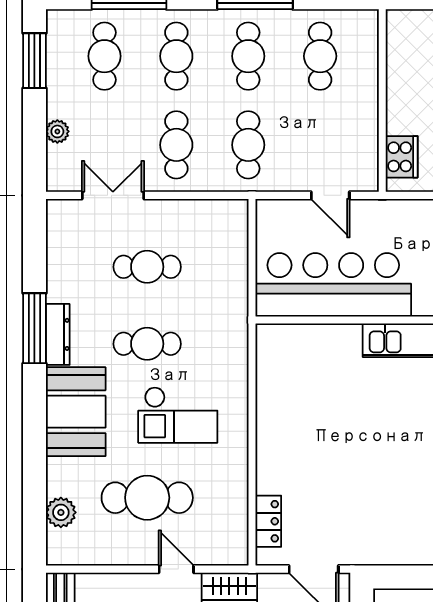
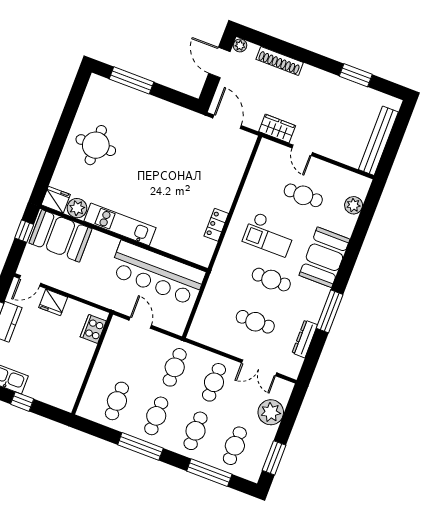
plant: (57, 131) -> (271, 412), width x1.88, depth x1.88
dresser: (58, 334) -> (305, 339), moved
checkout: (178, 415) -> (269, 234), turned 180
cafe table: (147, 498) -> (303, 195), width x0.73, depth x0.74
locker: (268, 521) -> (216, 225), moved

